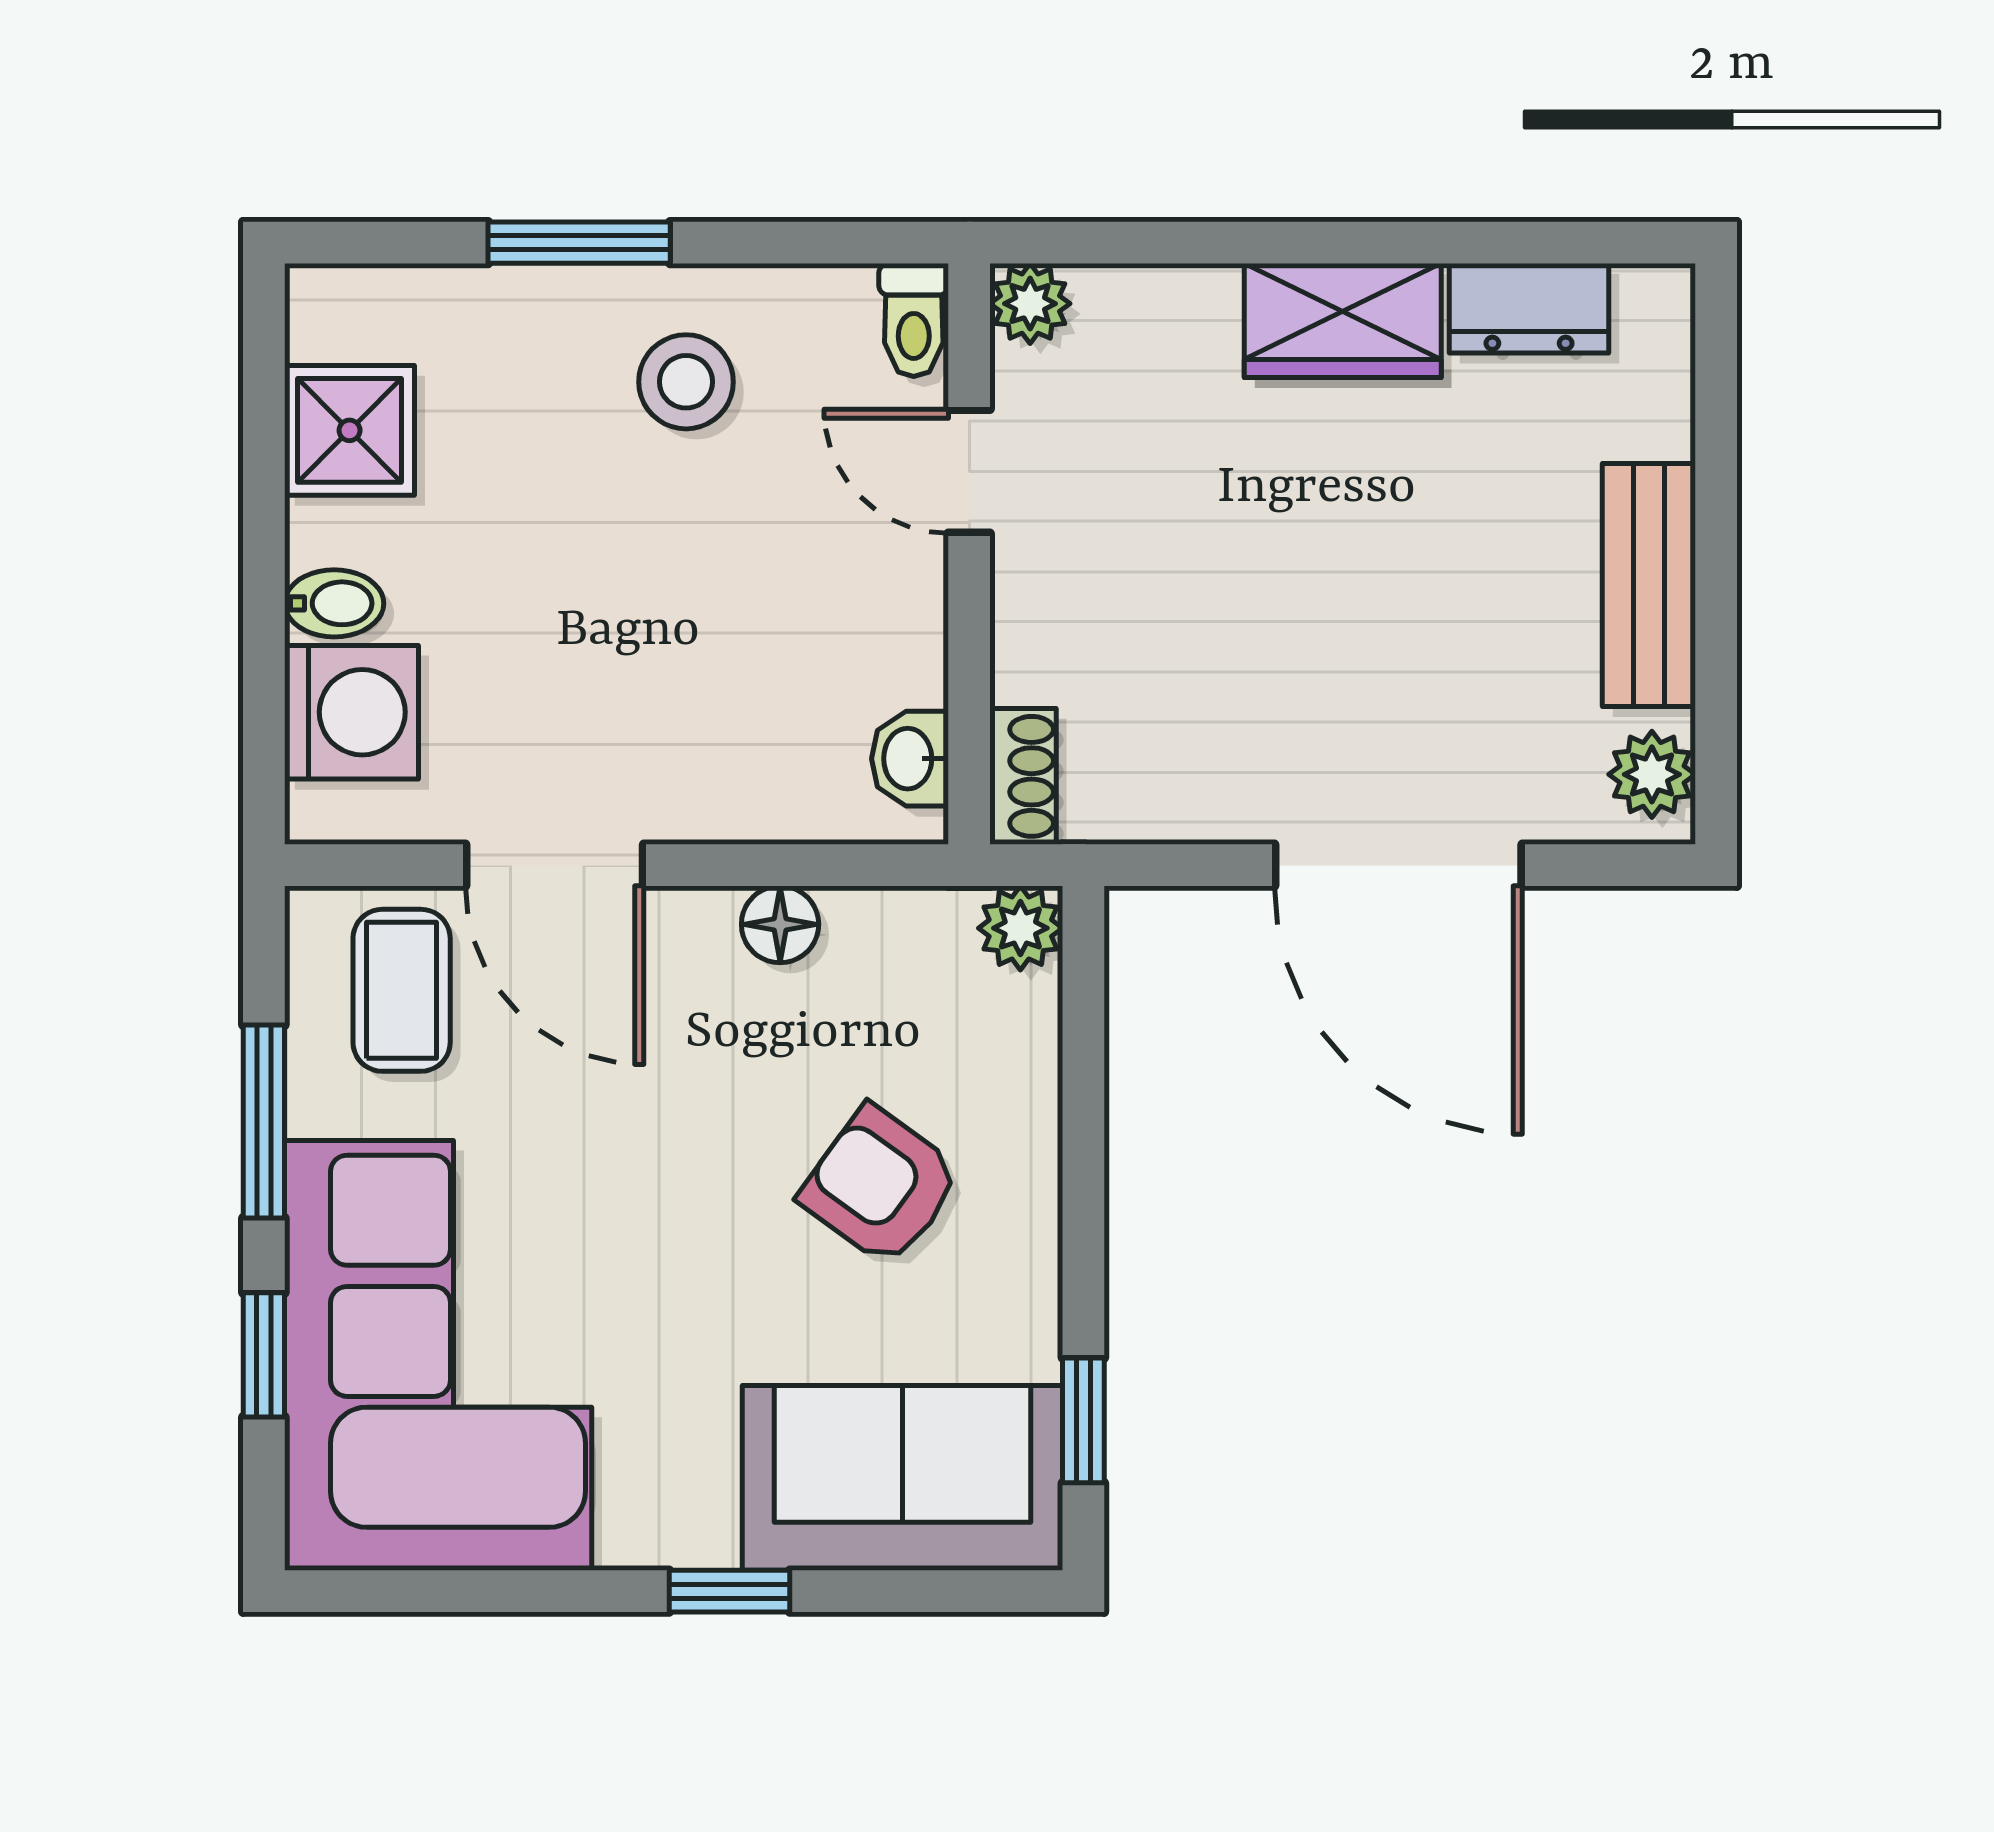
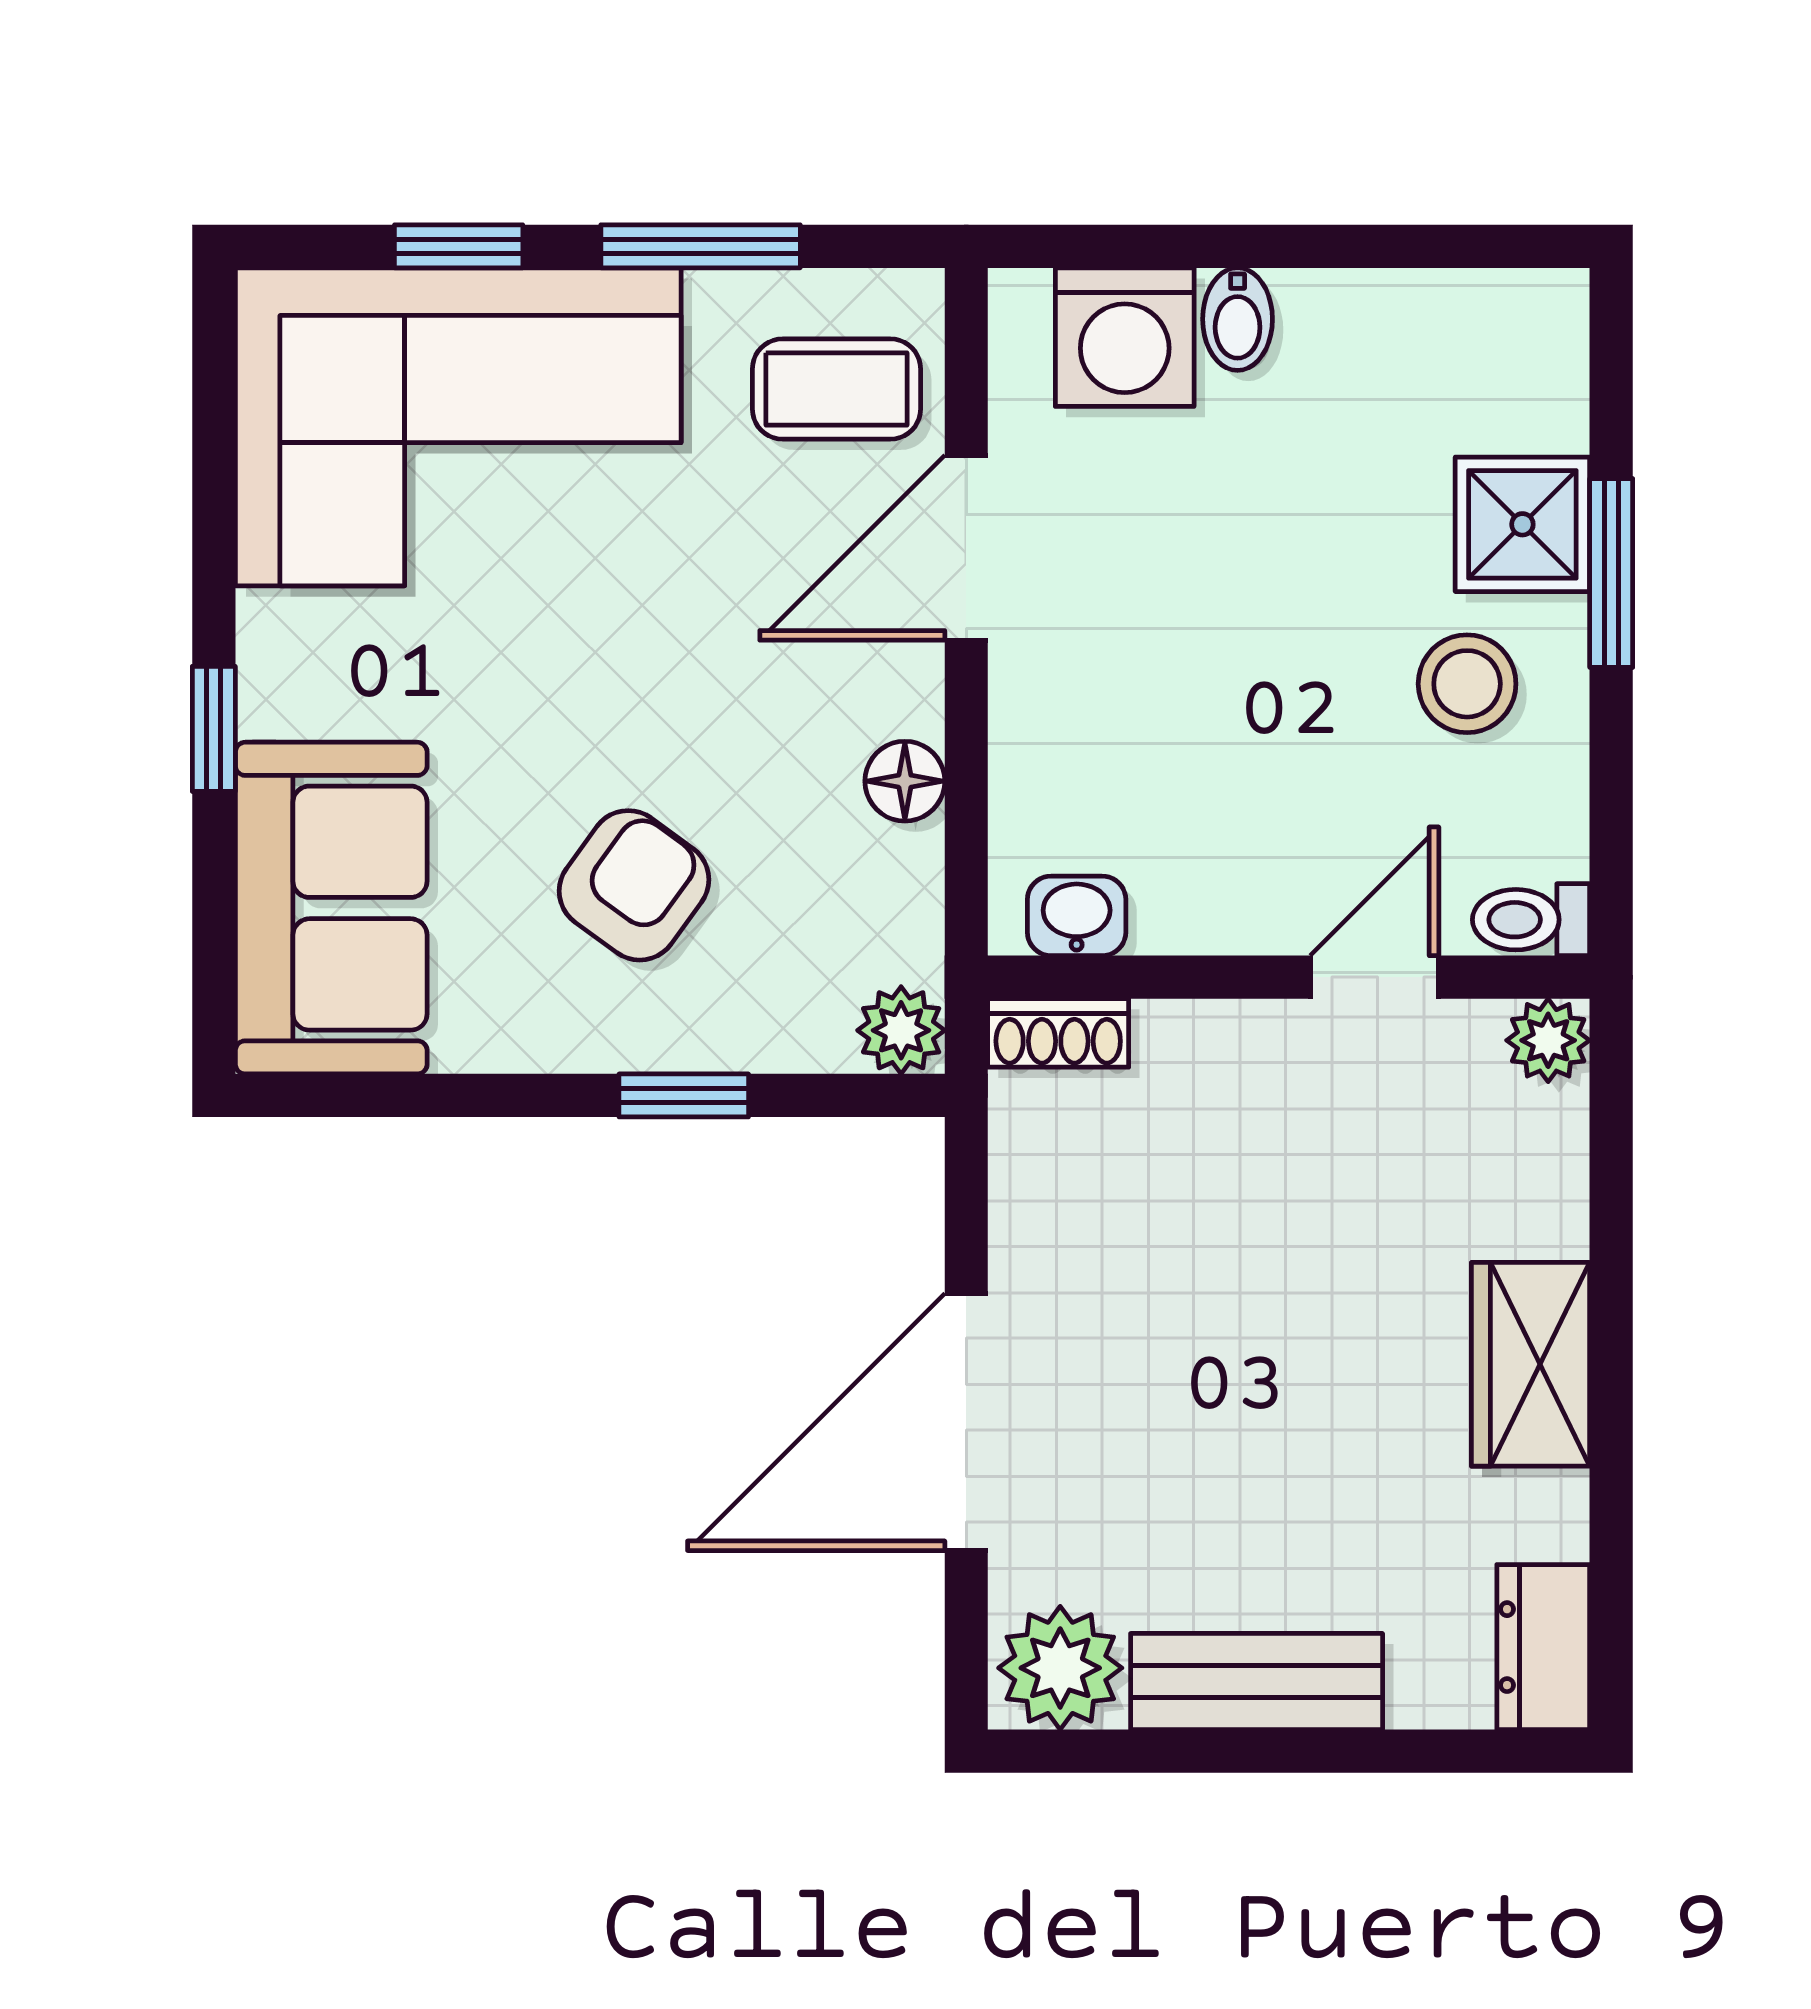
dresser: (1529, 308) -> (1543, 1647), moved
shower: (350, 430) -> (1522, 524), moved
plant: (1652, 774) -> (1060, 1668), width x1.38, depth x1.38
window: (1083, 1420) -> (684, 1095), moved

